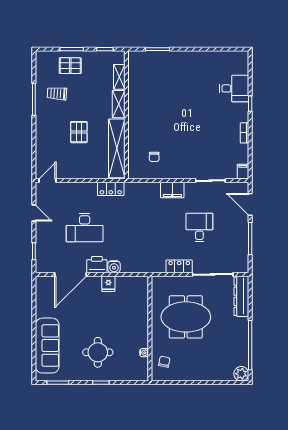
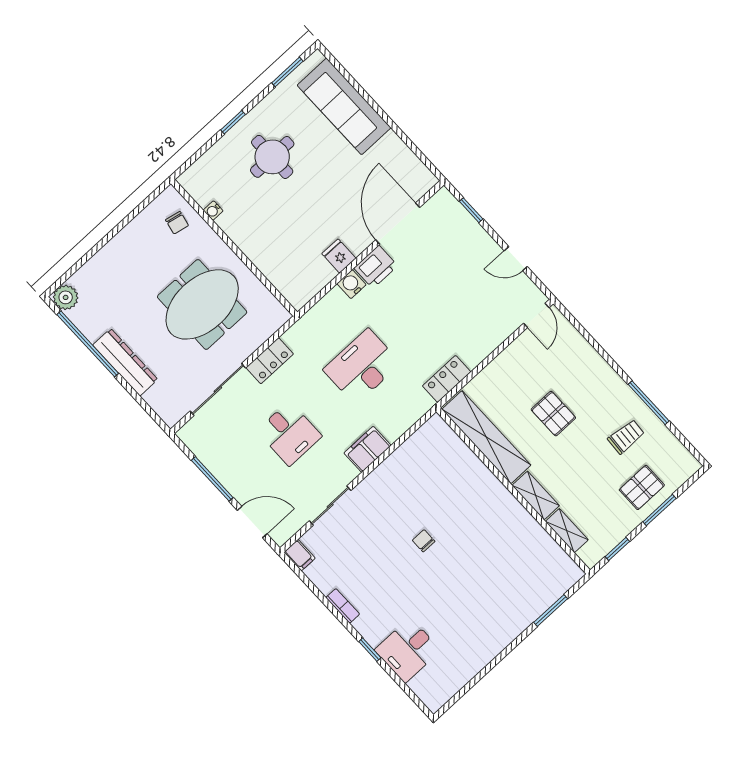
chair: (154, 157) -> (424, 541), moved
desk: (85, 228) -> (362, 366), moved
dresser: (241, 296) -> (125, 362), moved

